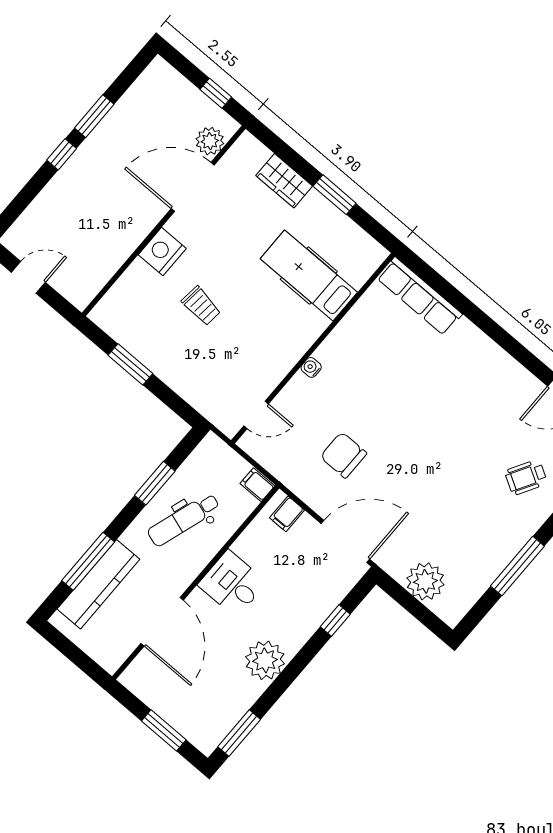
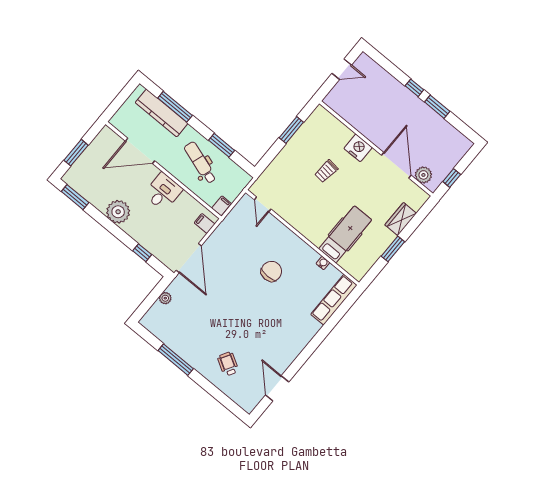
door: (28, 277) -> (342, 69), hinge flipped
water cooler: (311, 367) -> (323, 263), moved
chair: (343, 455) -> (271, 271), moved
plant: (425, 581) -> (165, 298), width x0.53, depth x0.53

